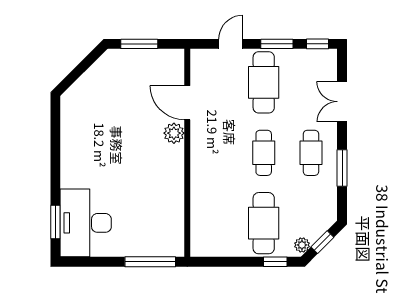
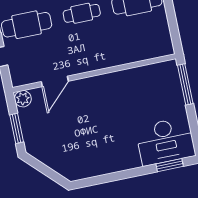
plant: (174, 133) -> (23, 99), moved

